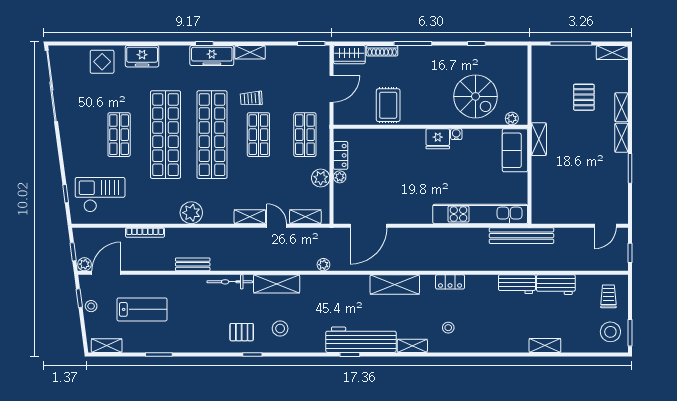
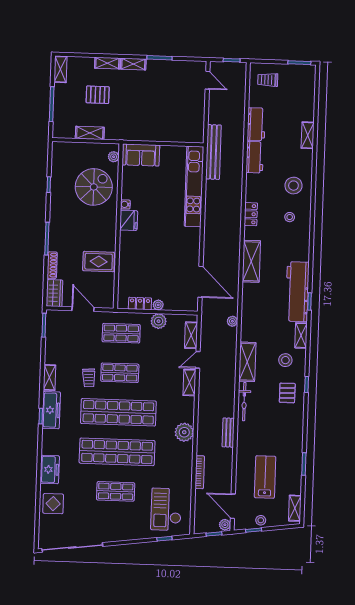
shelving: (539, 139) -> (90, 133), moved
stool: (610, 332) -> (293, 186), moved
shelving: (412, 346) -> (301, 335), moved

